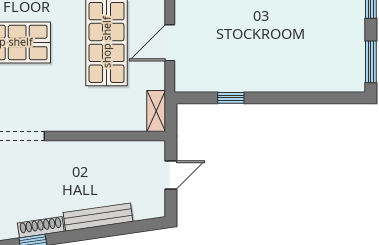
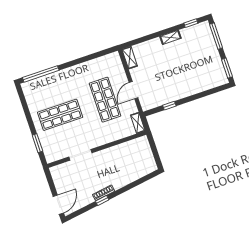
door: (171, 175) -> (154, 149), removed
bench: (98, 217) -> (128, 179), removed

